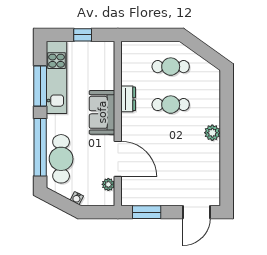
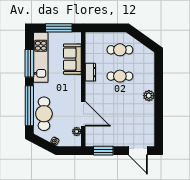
window: (83, 35) -> (59, 28), width x2.17
sofa: (102, 112) -> (72, 59), moved
door: (197, 212) -> (138, 151), hinge flipped

